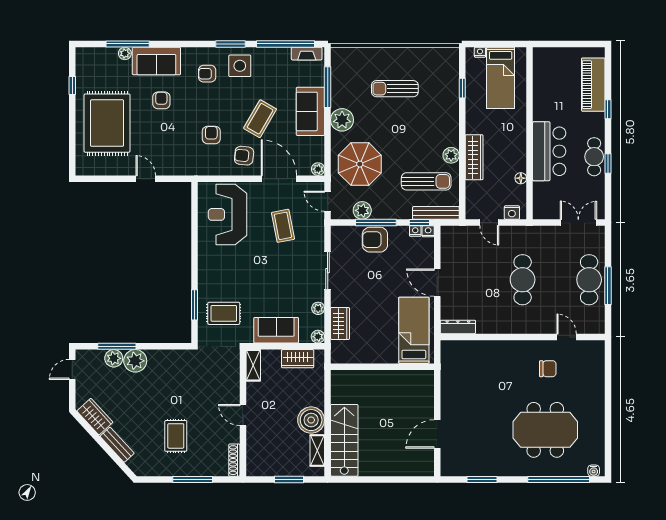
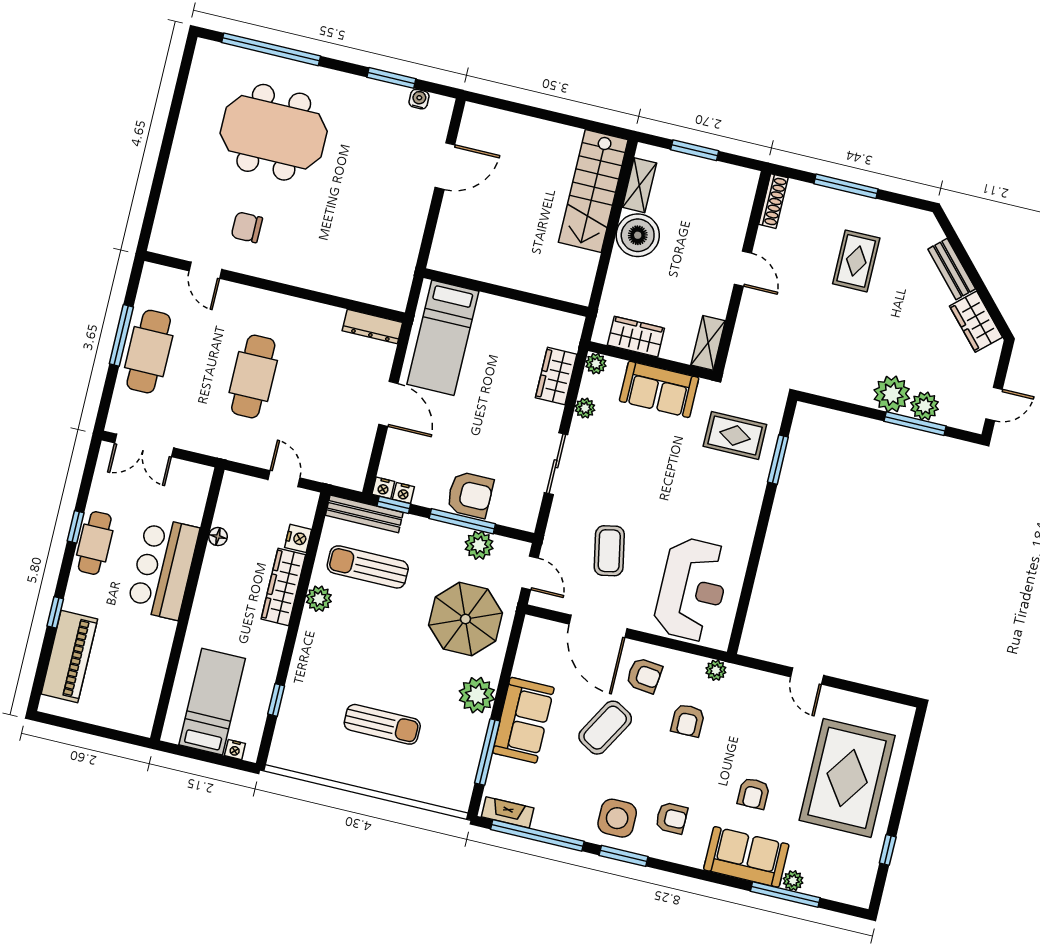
plant: (318, 169) -> (716, 670), moved
nightstand: (512, 213) -> (298, 538), moved, turned 90
water cooler: (594, 471) -> (419, 99), moved

